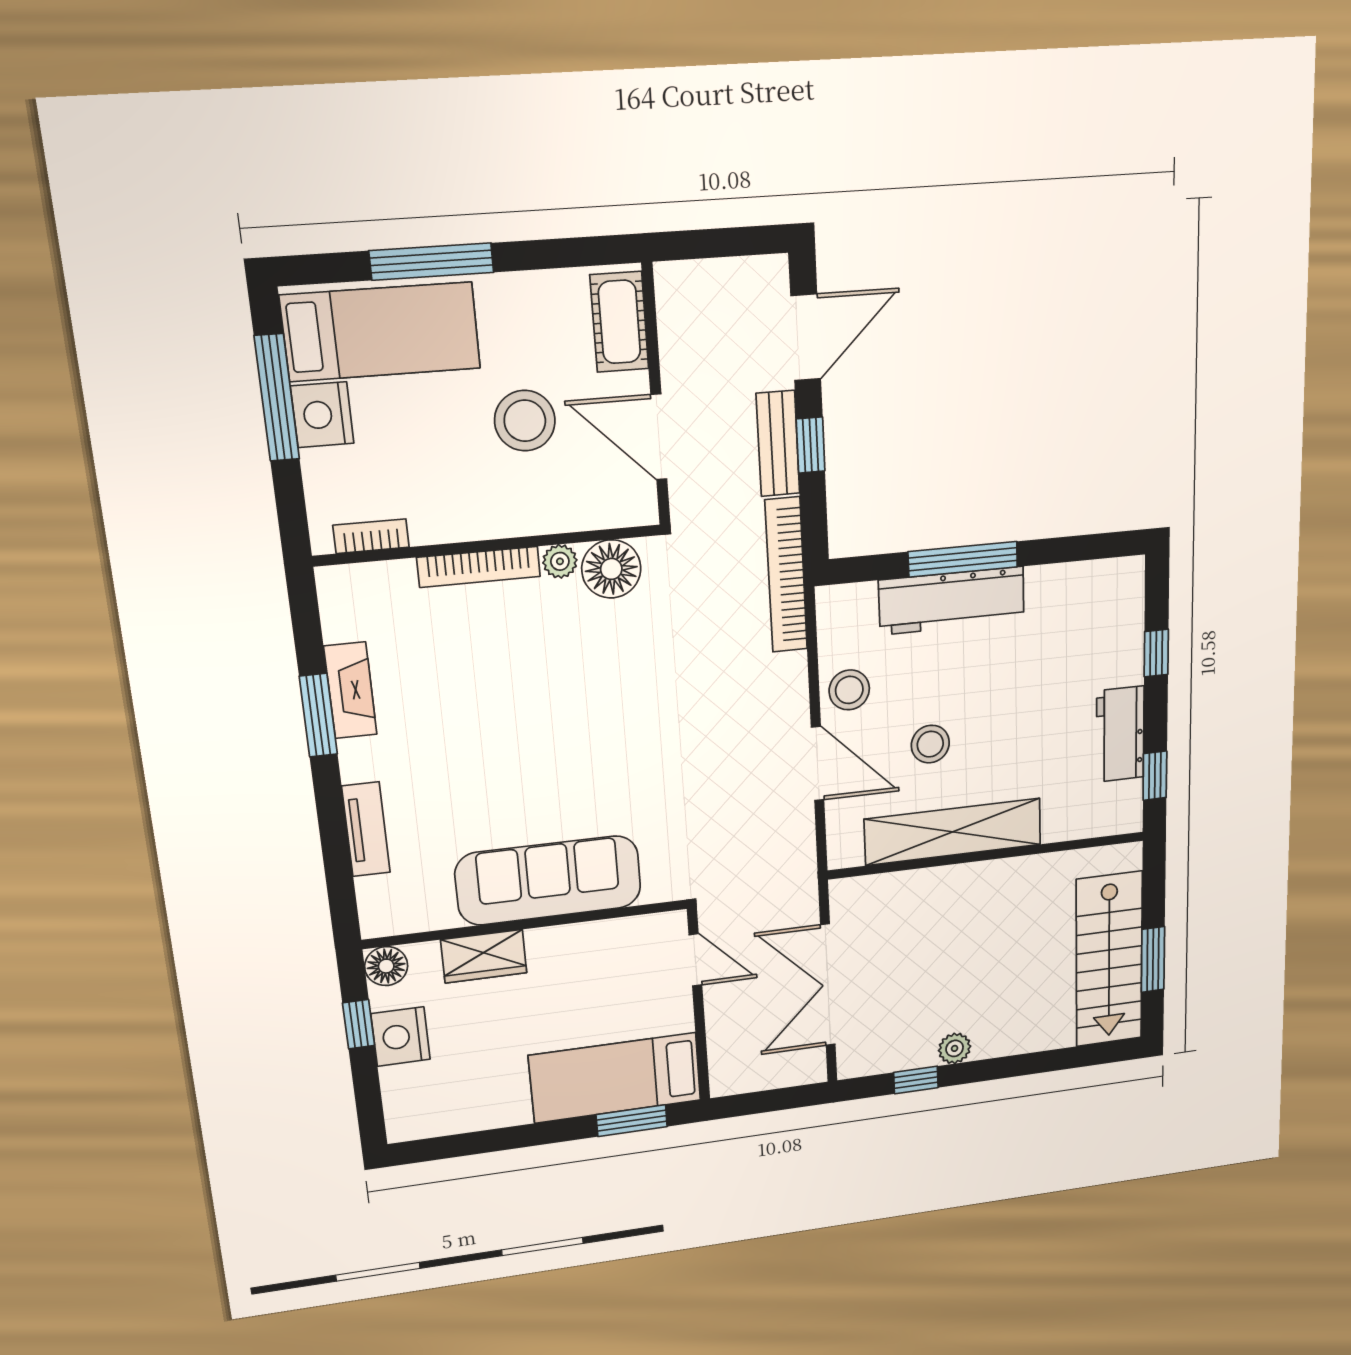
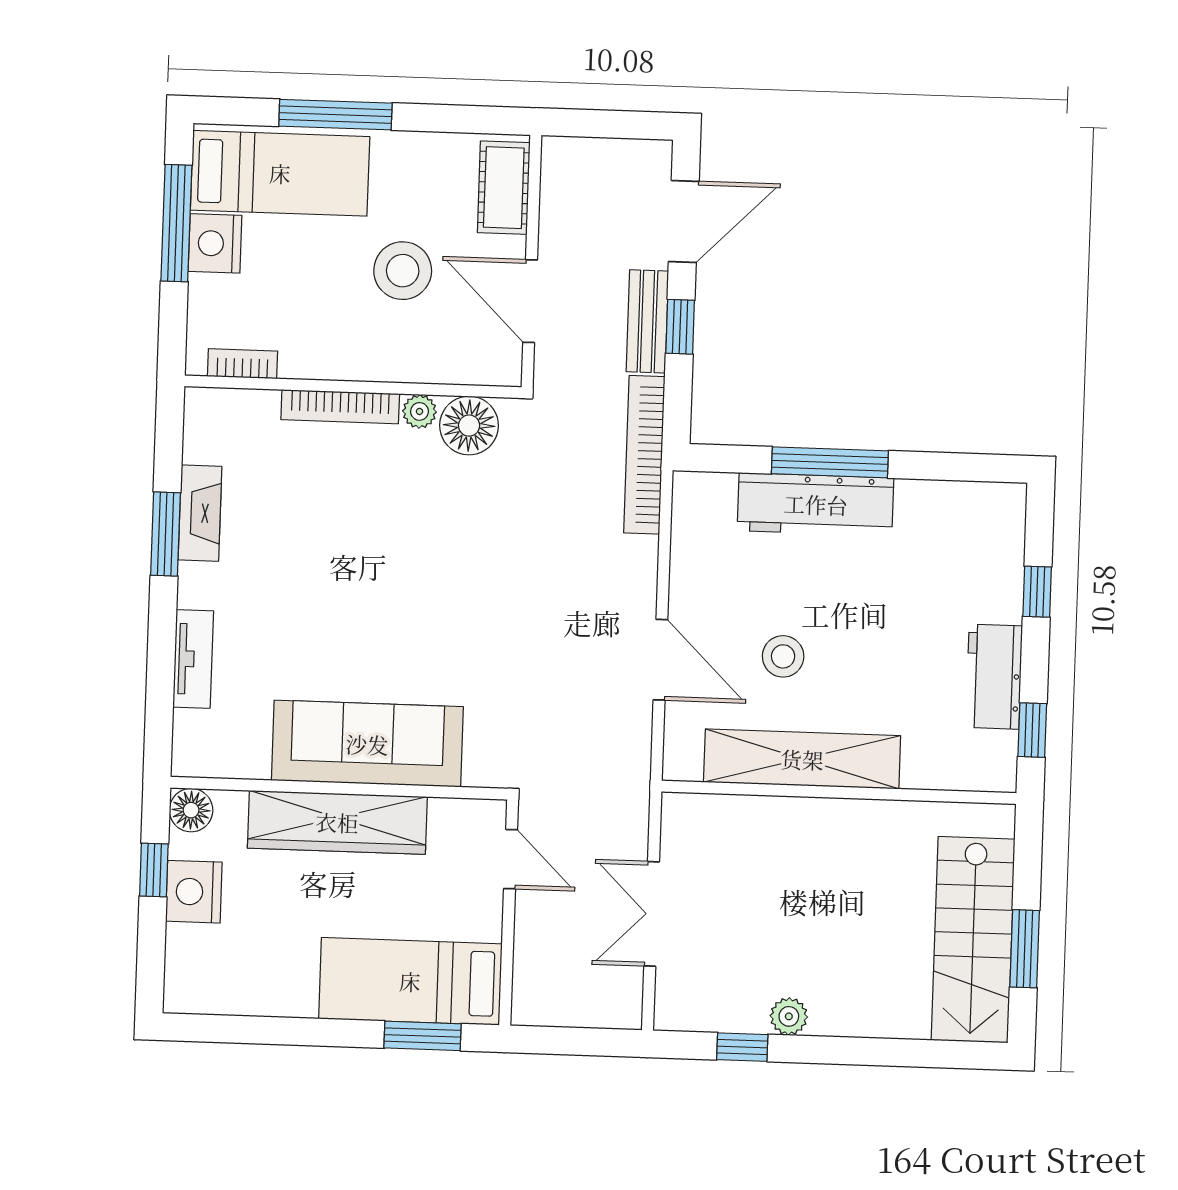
stool: (849, 690) -> (700, 585), removed
wardrobe: (484, 956) -> (337, 822), width x2.10, depth x1.17
double door: (828, 985) -> (652, 914), width x0.73

